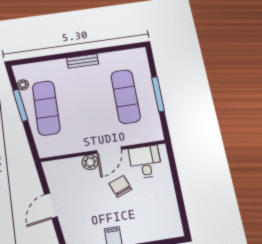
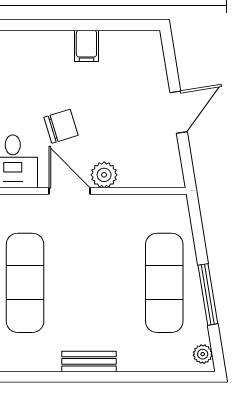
plant: (23, 85) -> (203, 354), moved
door: (109, 150) -> (70, 191), hinge flipped
chair: (120, 186) -> (61, 126), turned -86

